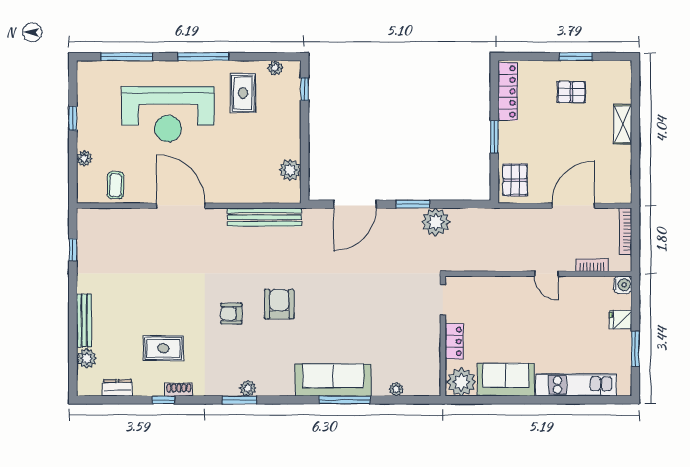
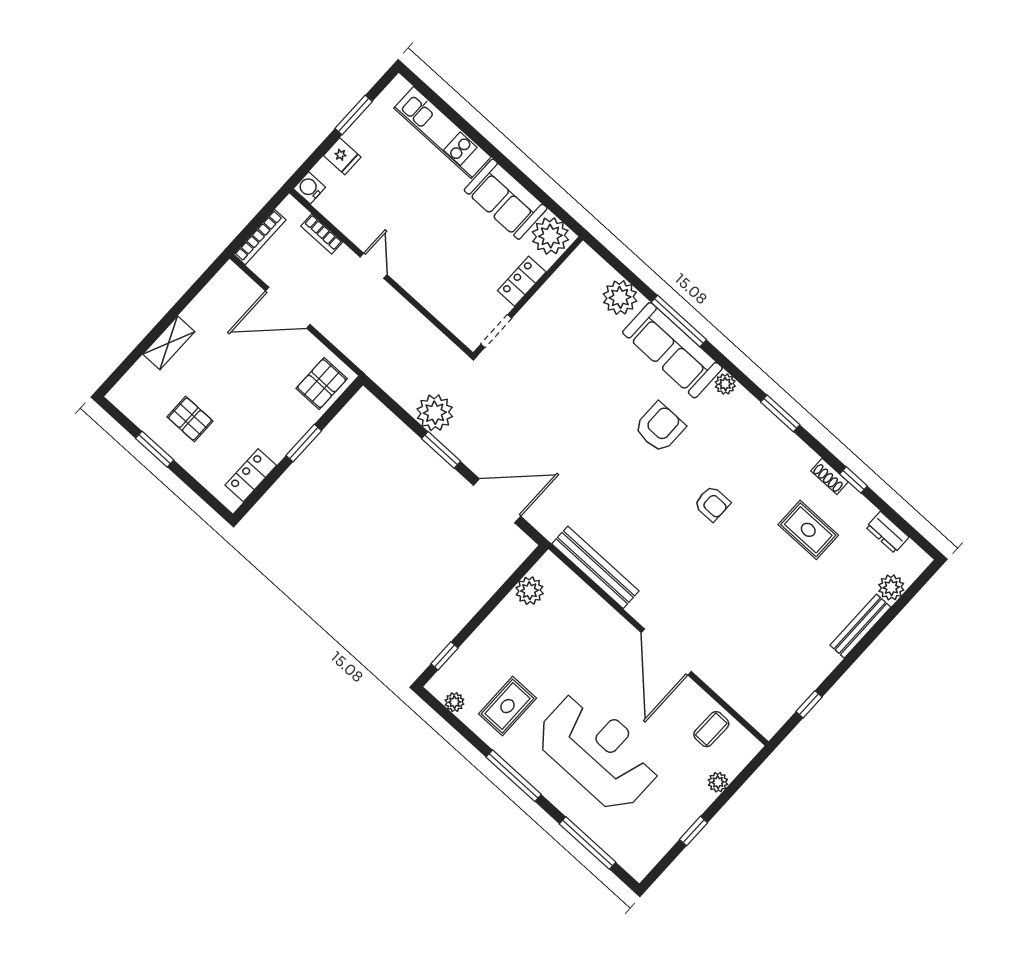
locker: (508, 91) -> (251, 475), width x0.66
armchair: (279, 304) -> (660, 427), moved, turned 180
plant: (248, 388) -> (725, 384), moved
plant: (396, 389) -> (620, 297), width x1.87, depth x1.87

